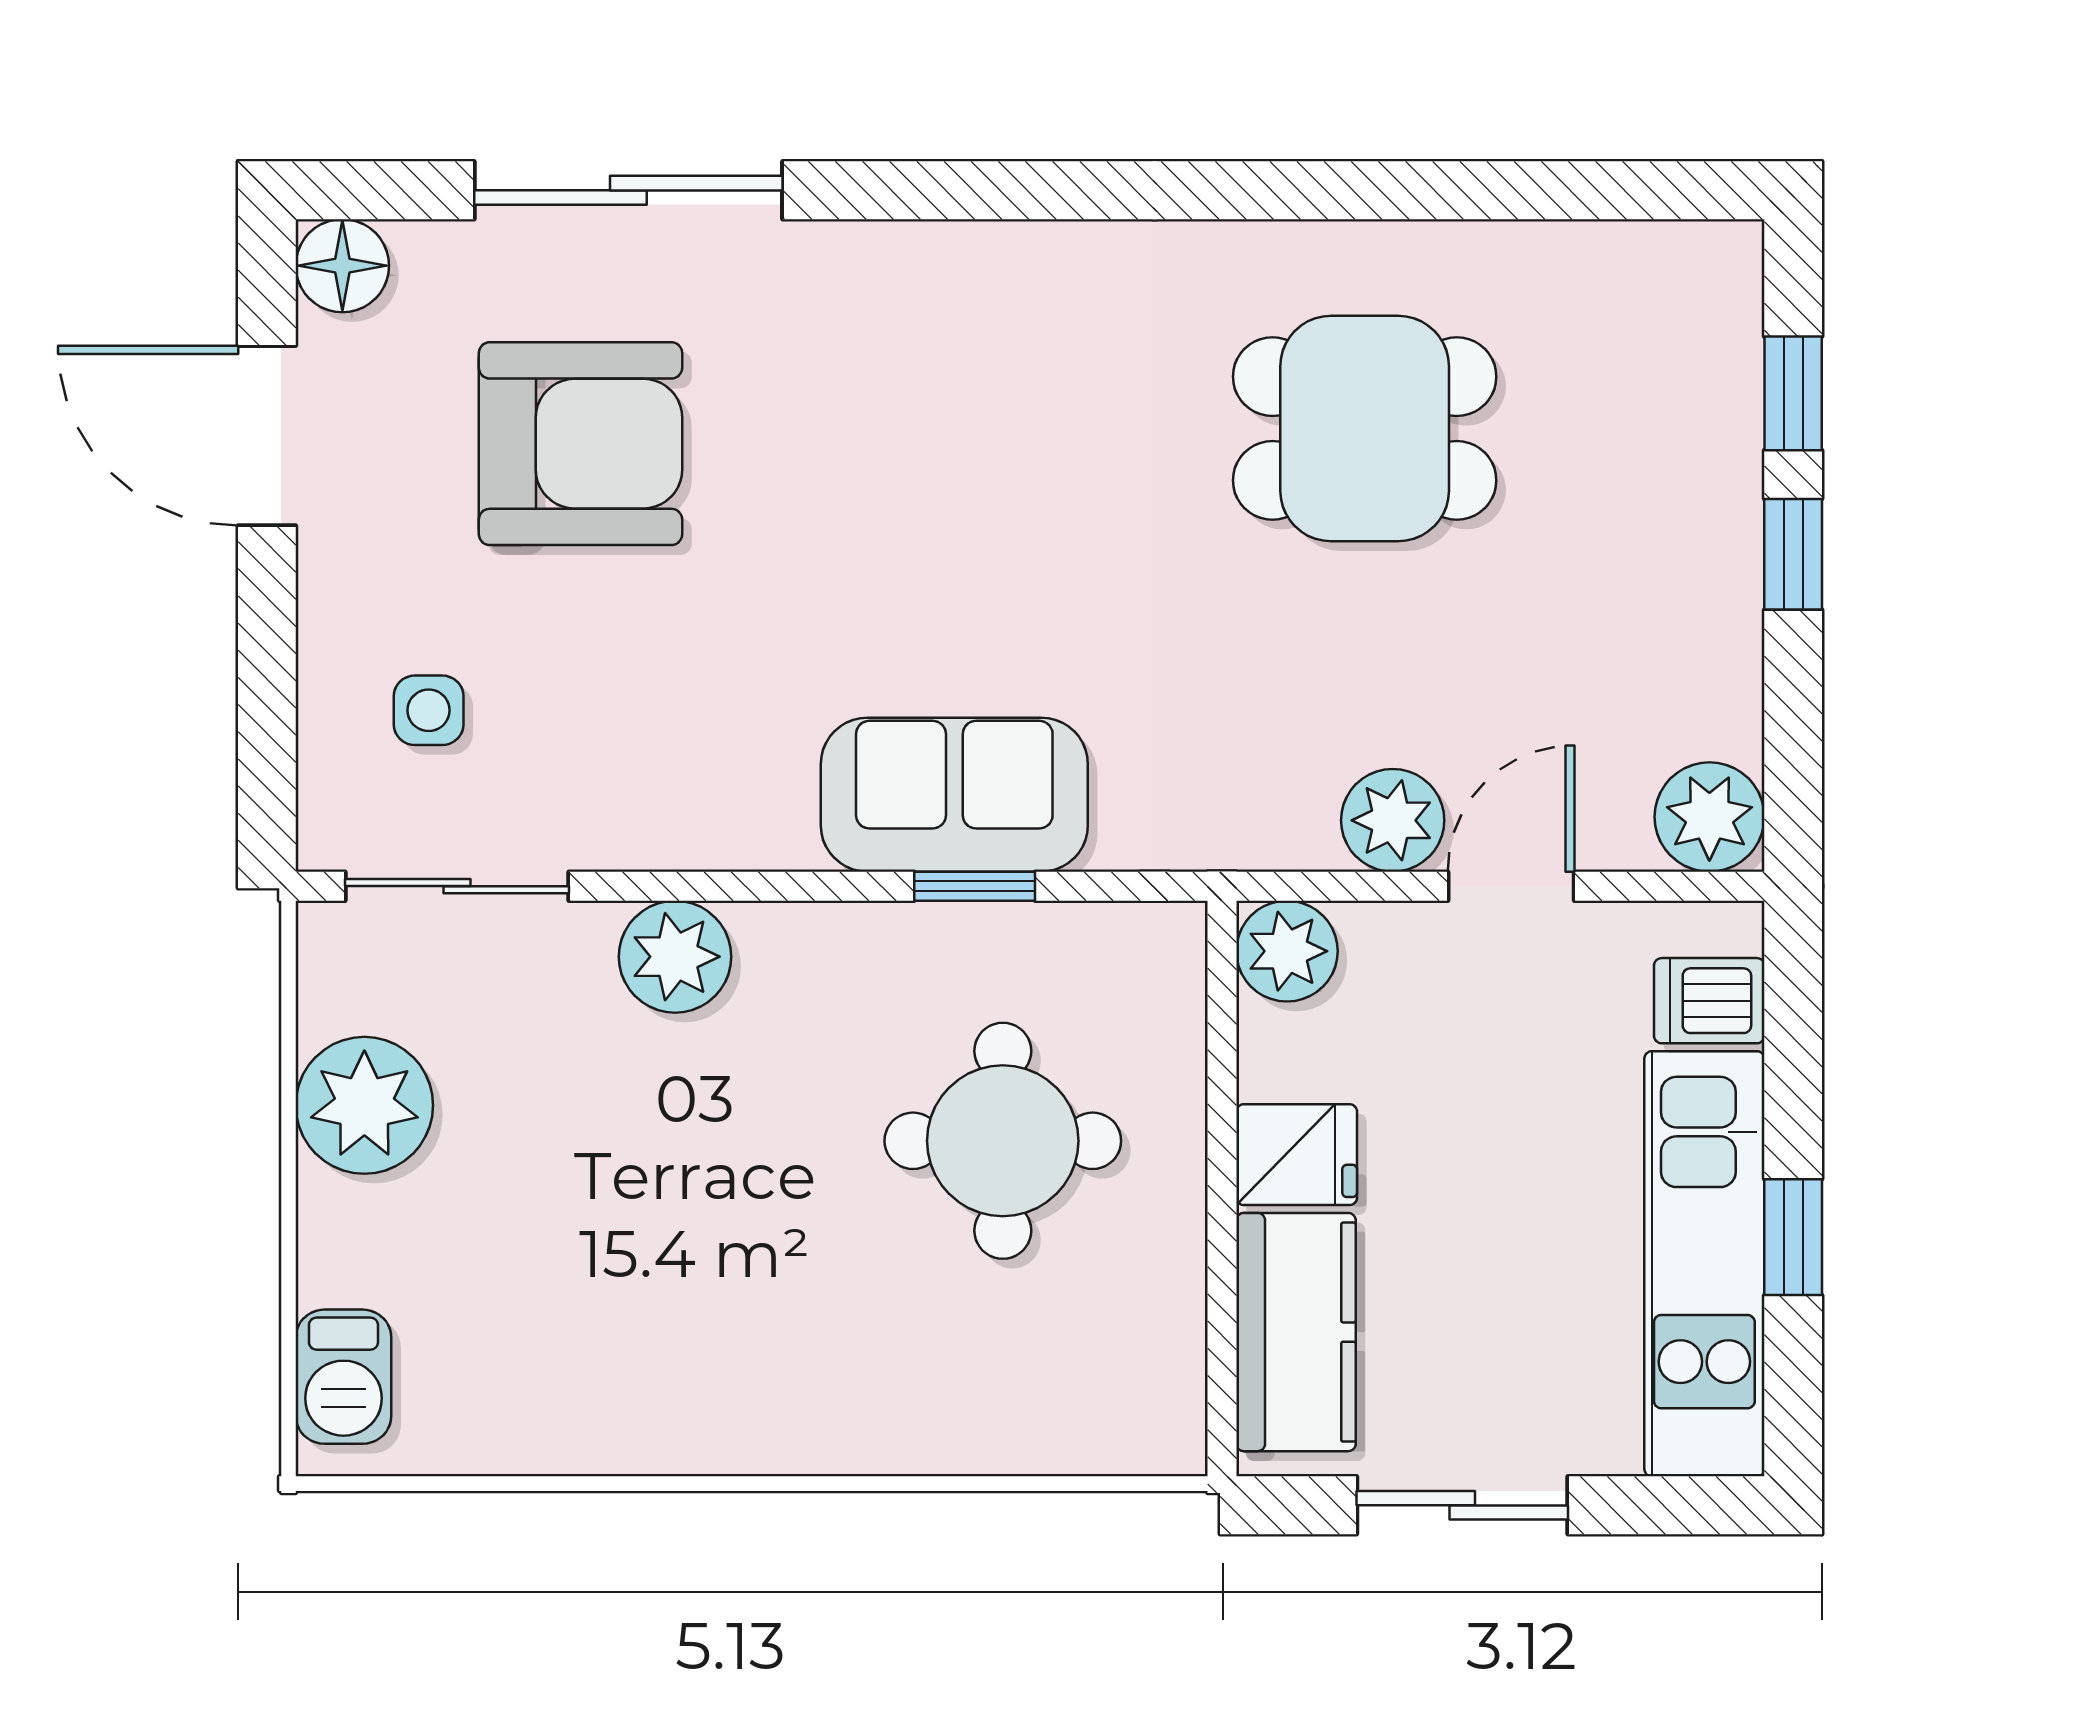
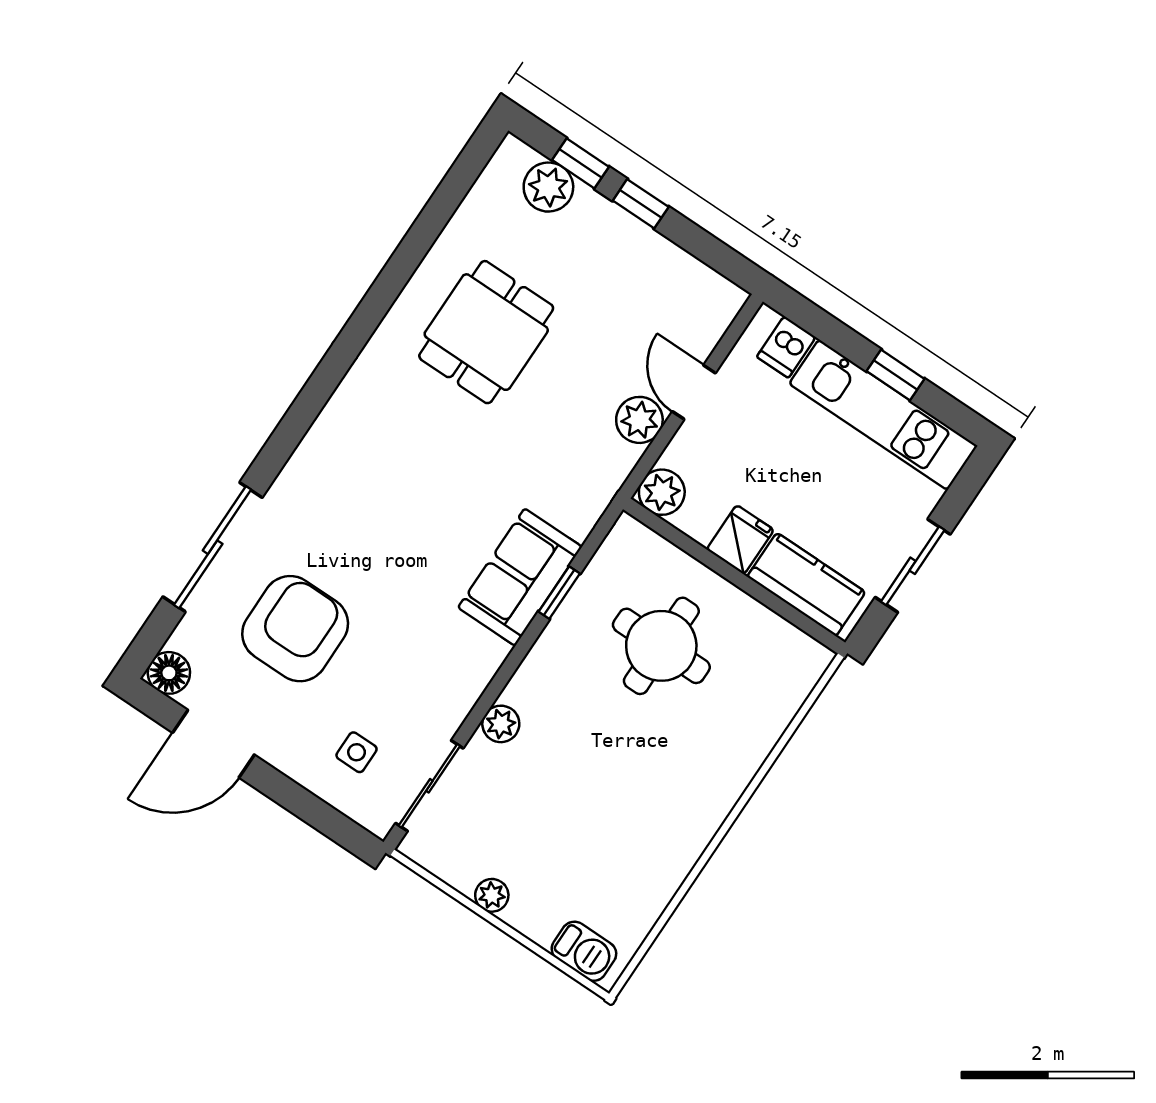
plant: (1709, 817) -> (548, 187), moved
plant: (675, 957) -> (501, 724), width x0.73, depth x0.73
plant: (364, 1105) -> (492, 895), width x0.53, depth x0.53

